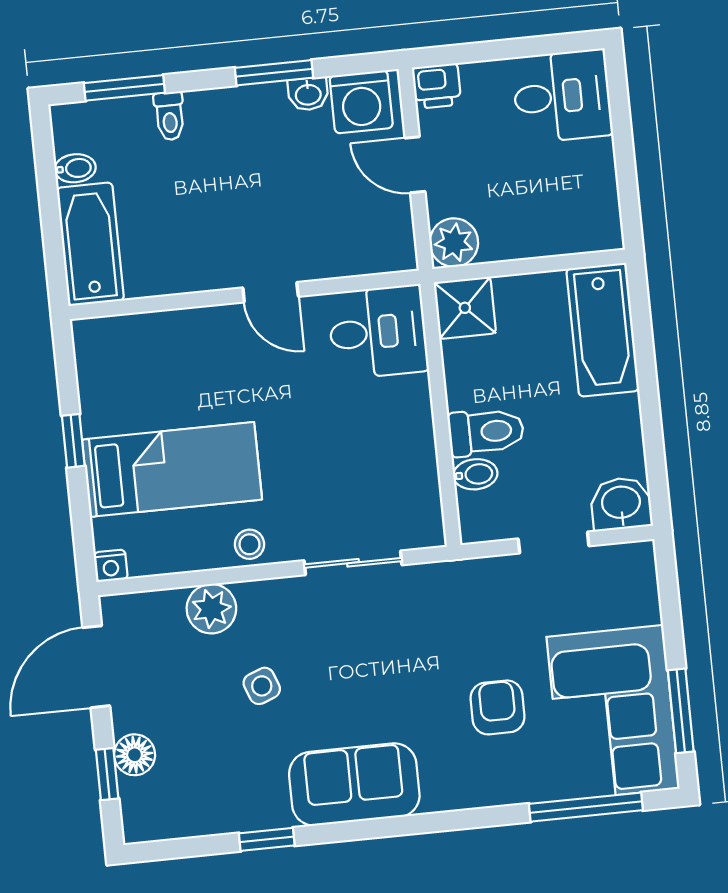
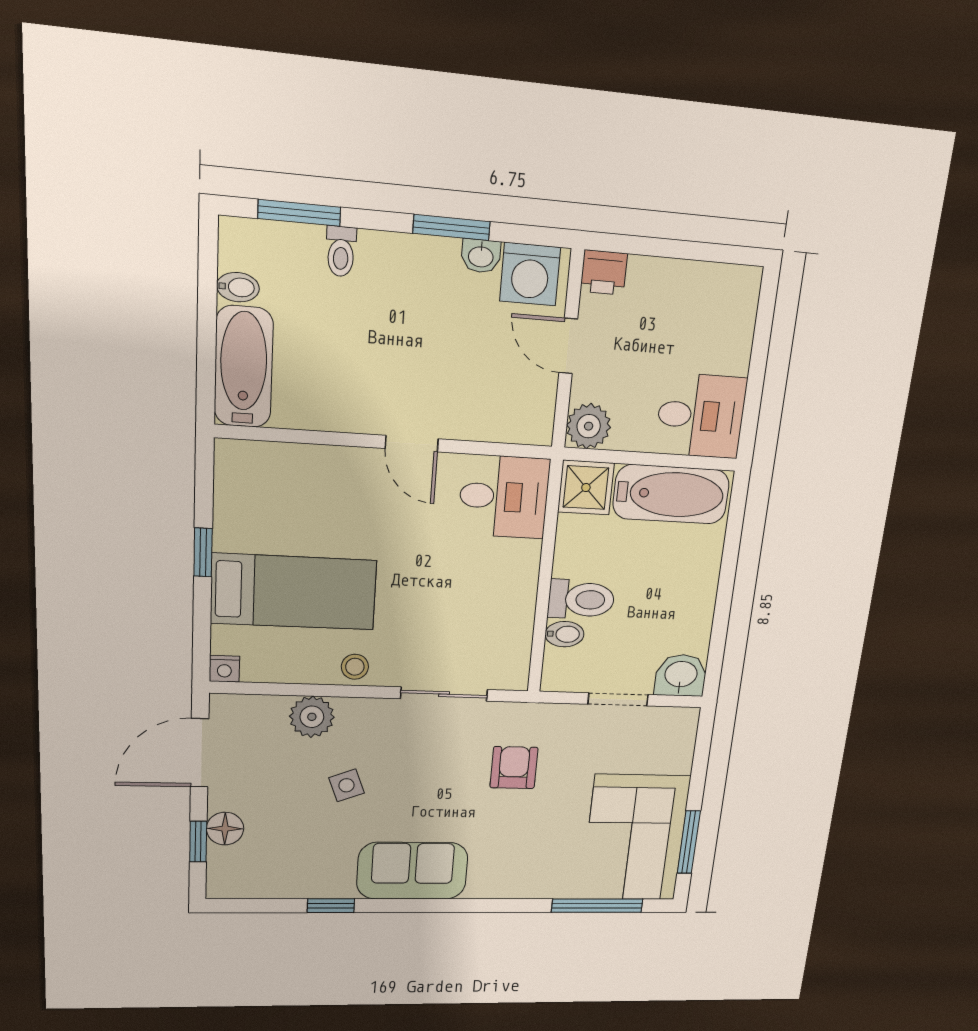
desk: (562, 96) -> (701, 416), moved
bathtub: (603, 330) -> (671, 494), moved, turned -90
armchair: (497, 707) -> (514, 768), moved

